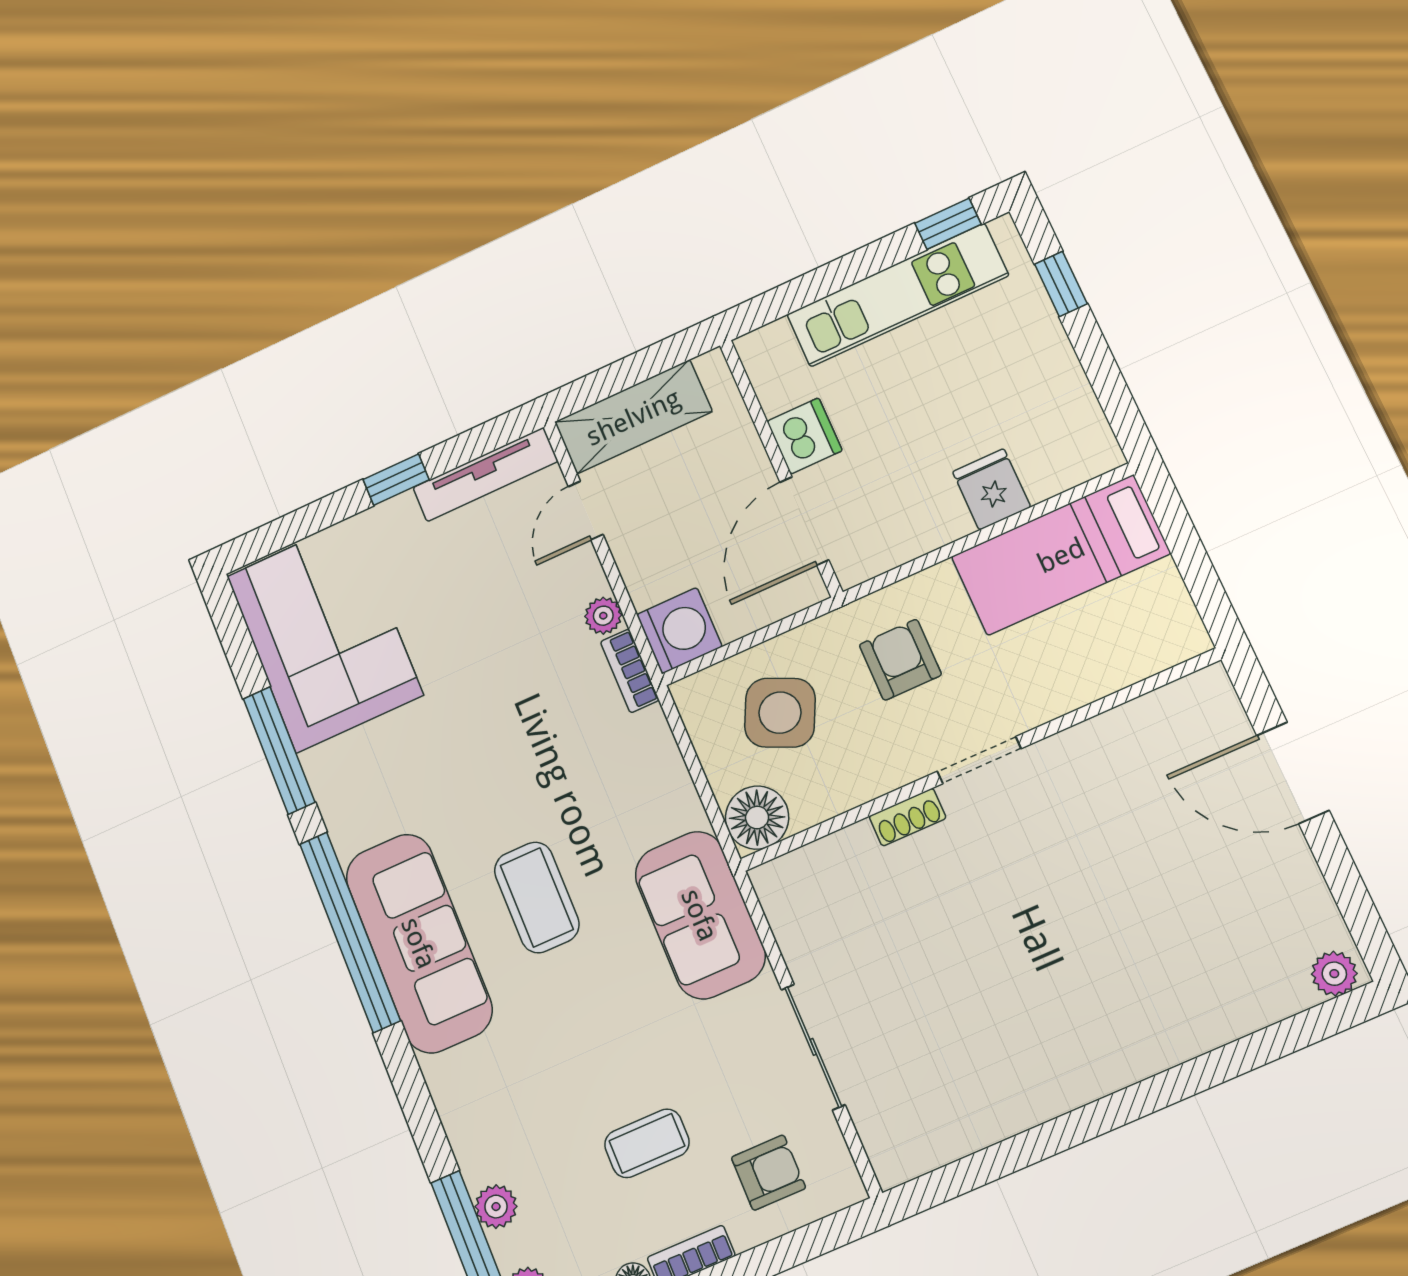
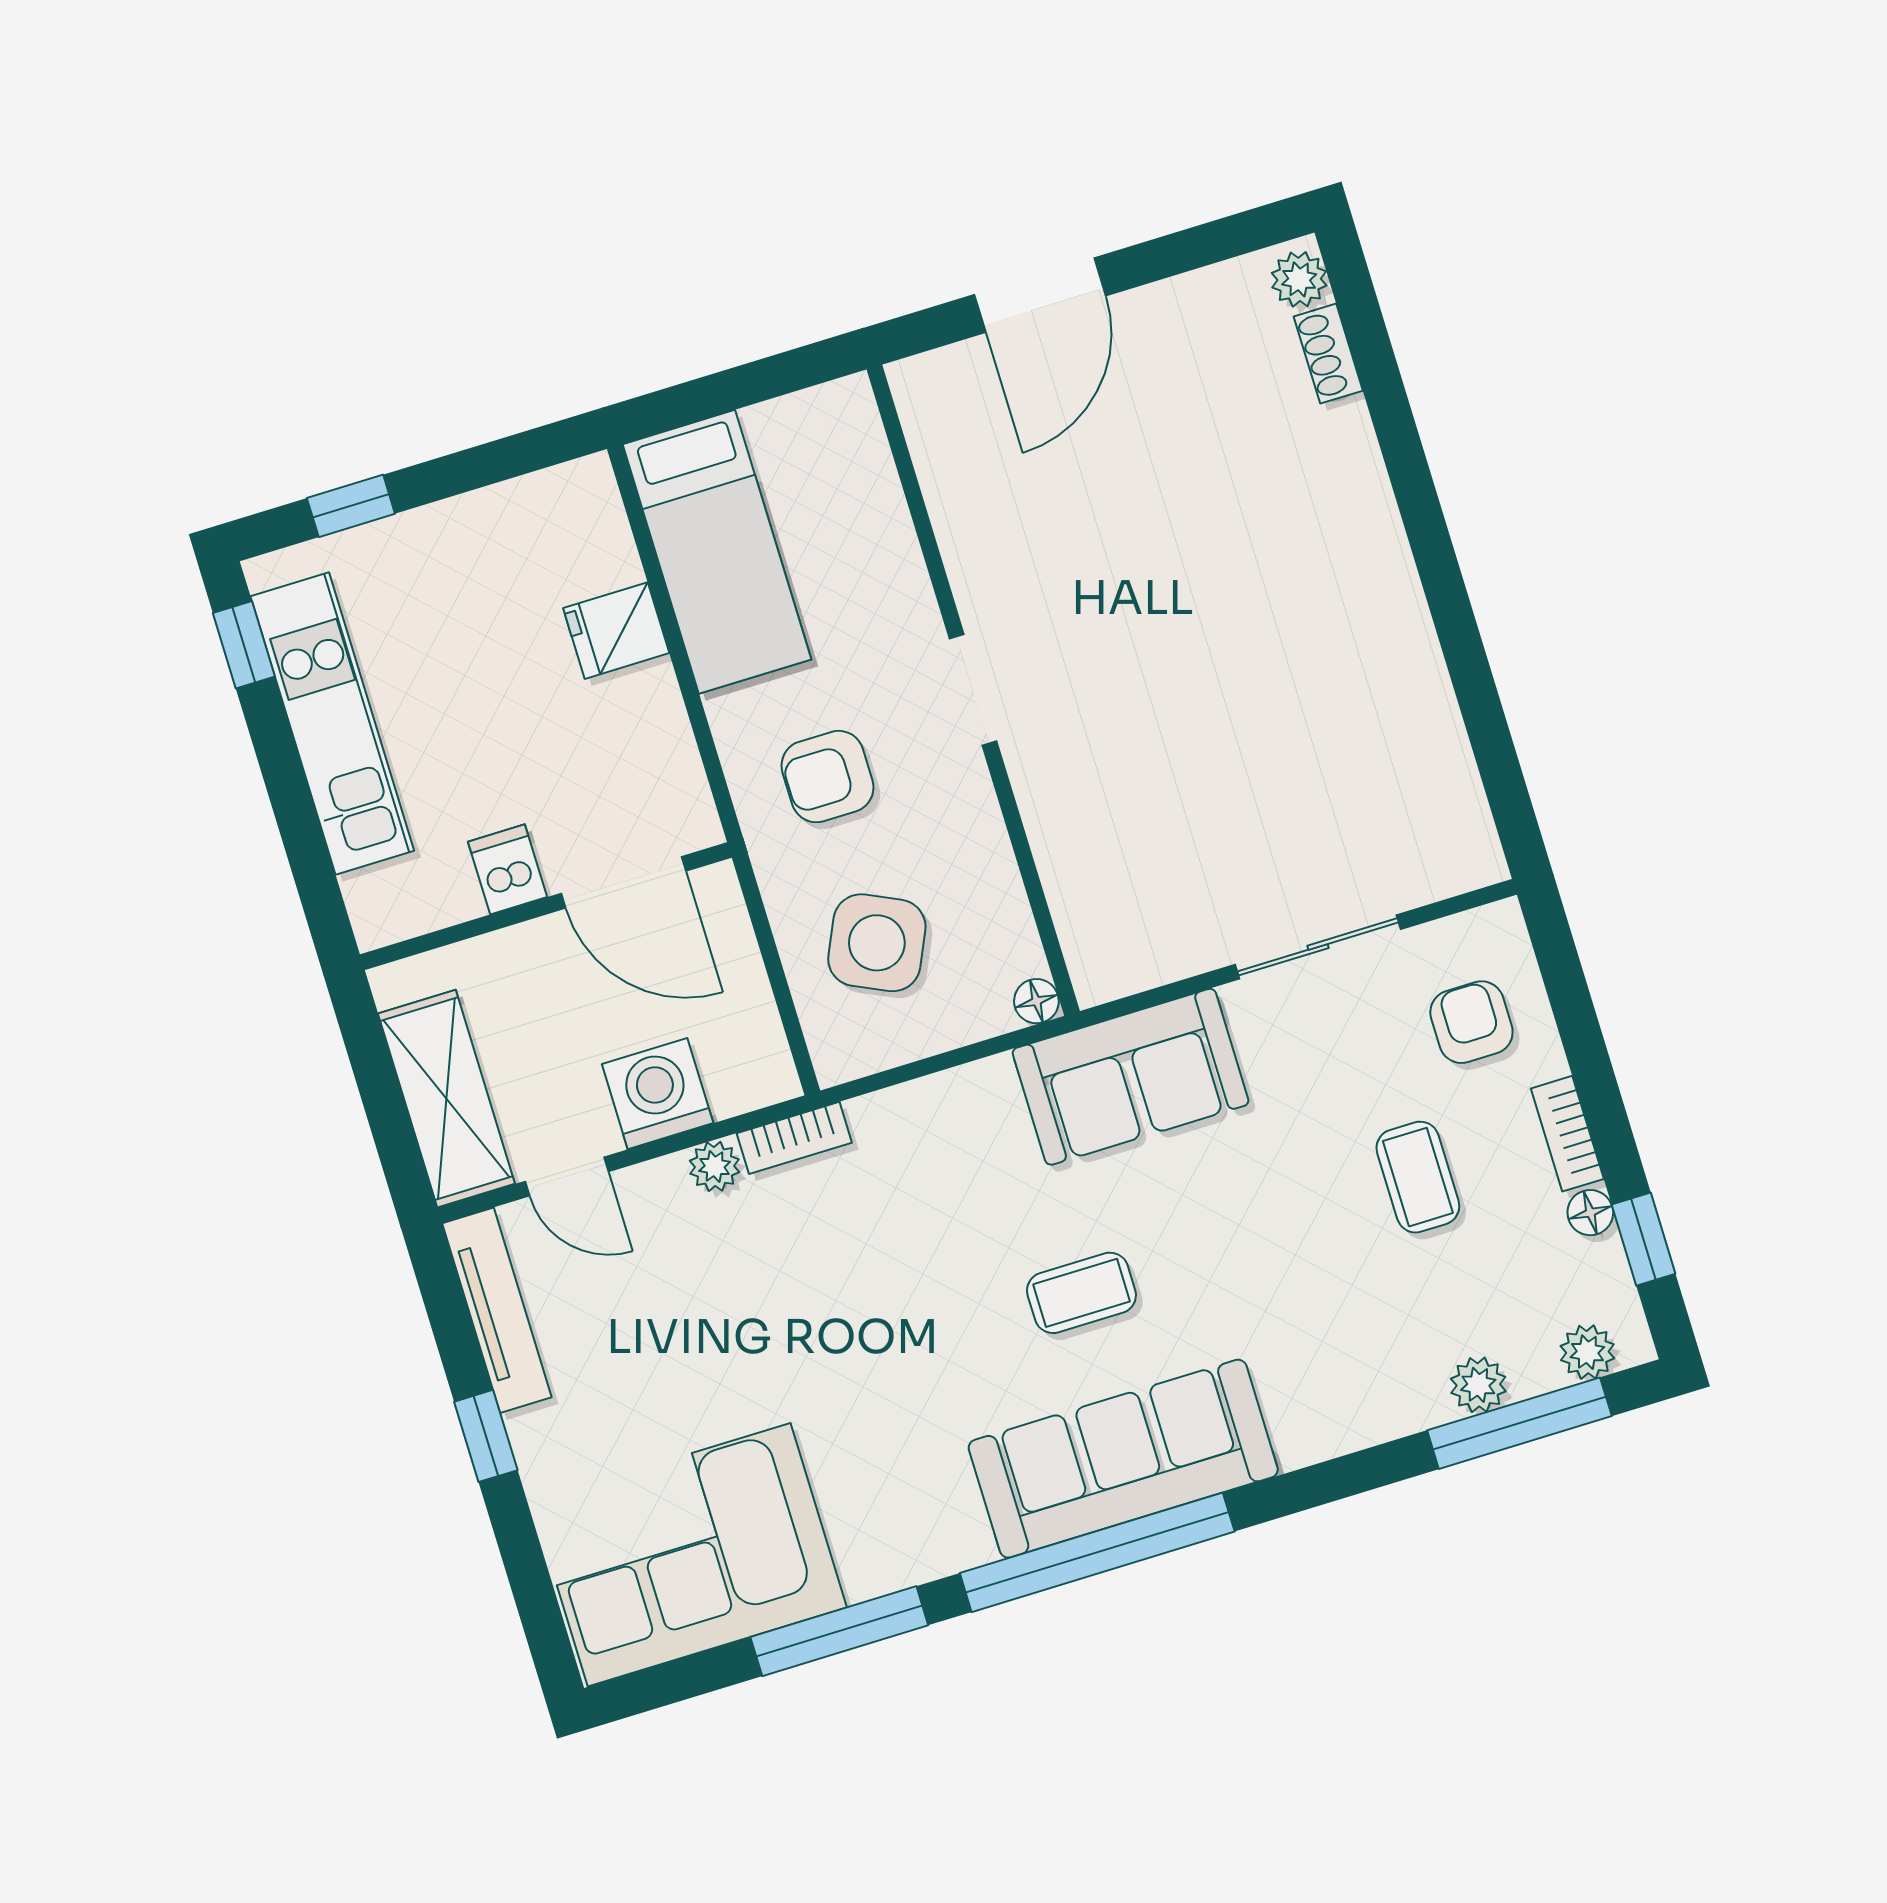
dishwasher: (805, 436) -> (507, 869), width x0.73
washing machine: (679, 631) -> (658, 1094), moved
shoe rack: (908, 817) -> (1328, 354), moved, turned 180
floor lamp: (757, 818) -> (1036, 1001), width x0.53, depth x0.53
coffee table: (537, 897) -> (1081, 1293), width x0.73, depth x0.77

